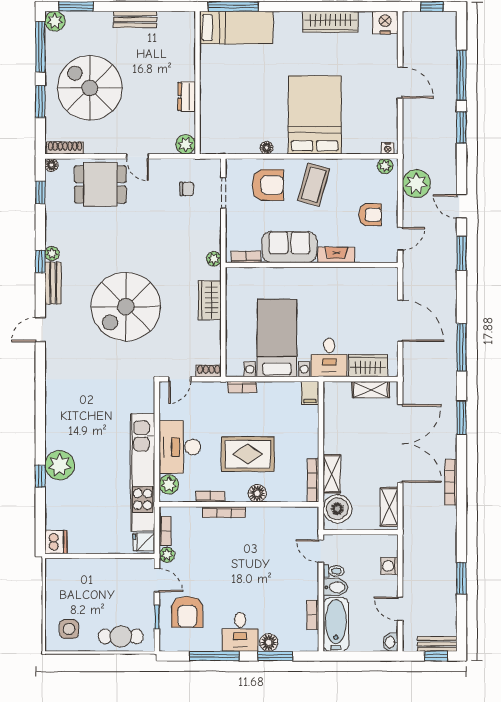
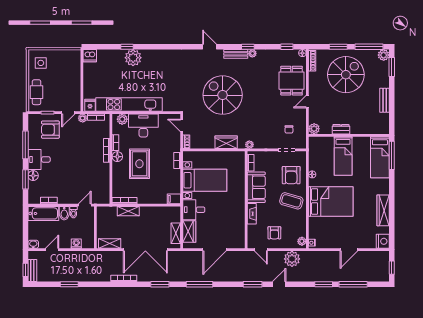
bed: (234, 93) -> (343, 156), added
floor lamp: (257, 493) -> (117, 157), moved
boiler: (337, 509) -> (109, 214), removed

